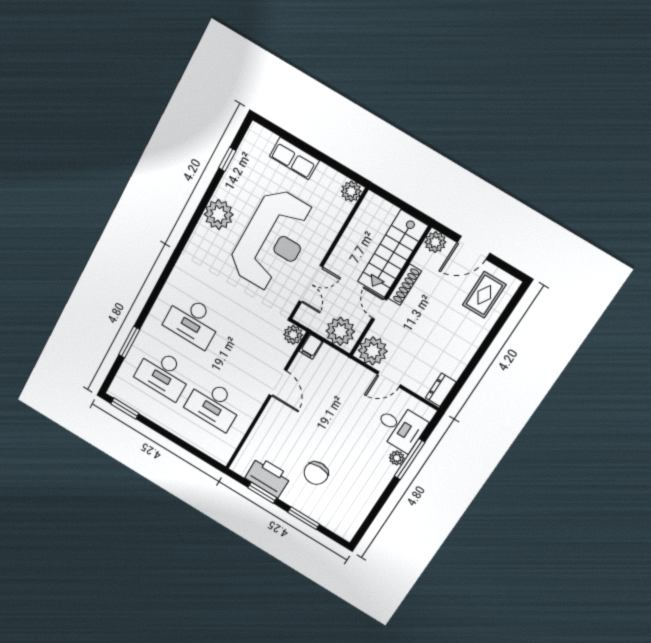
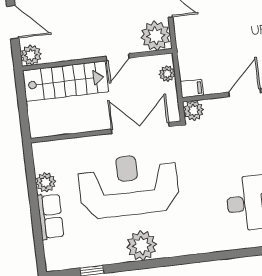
plant: (351, 191) -> (46, 182), moved
double door: (311, 284) -> (140, 128), width x1.37
shoe rack: (405, 285) -> (82, 52), removed
plant: (340, 331) -> (167, 74), width x0.53, depth x0.53

